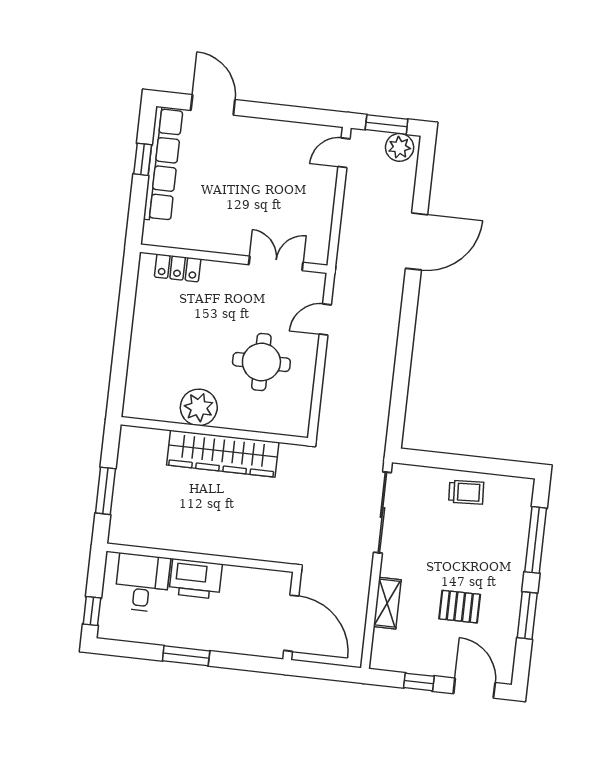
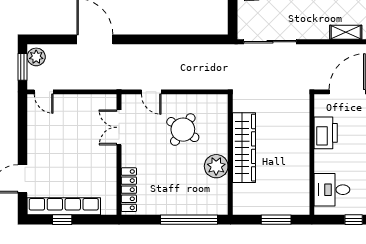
locker: (178, 268) -> (129, 190), width x1.53
window: (121, 356) -> (189, 220), added
round table: (261, 362) -> (183, 130), turned 34
printer: (196, 579) -> (326, 133), moved
shelving: (387, 603) -> (346, 32), moved

